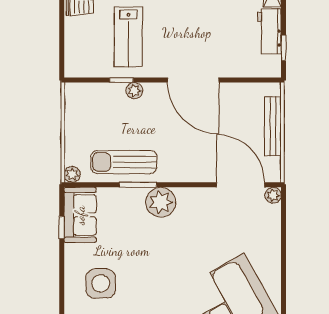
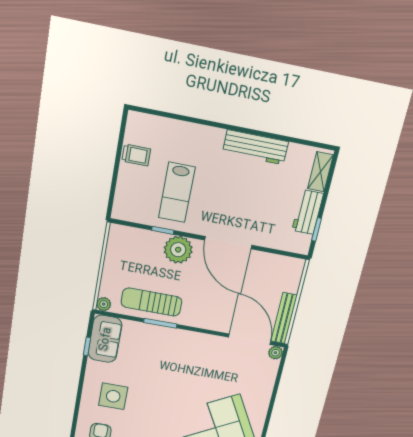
plant: (134, 91) -> (178, 250), width x1.87, depth x1.87
bench: (273, 126) -> (284, 318), moved
plant: (161, 202) -> (177, 341), removed

